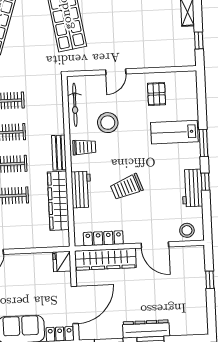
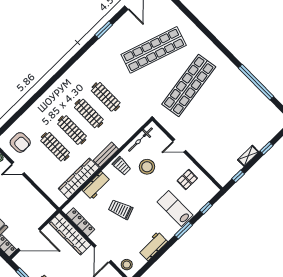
window: (205, 182) -> (206, 208), moved
fridge: (62, 261) -> (47, 211), removed

